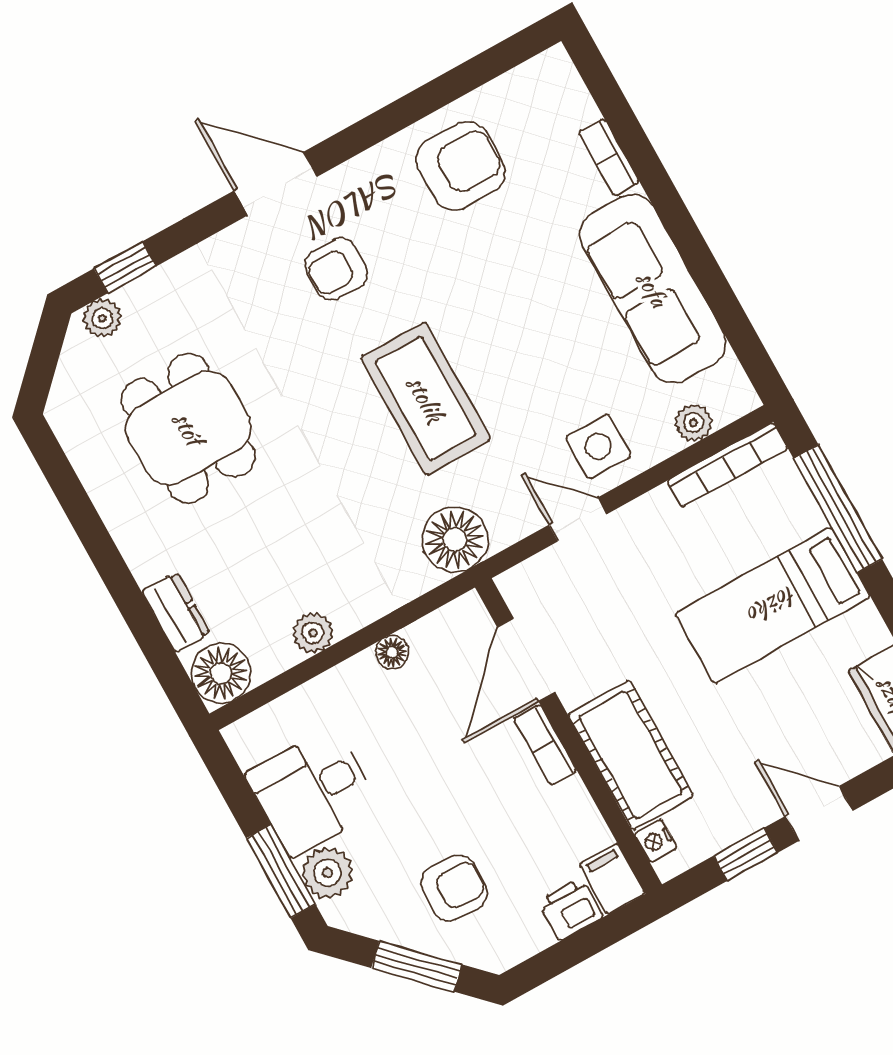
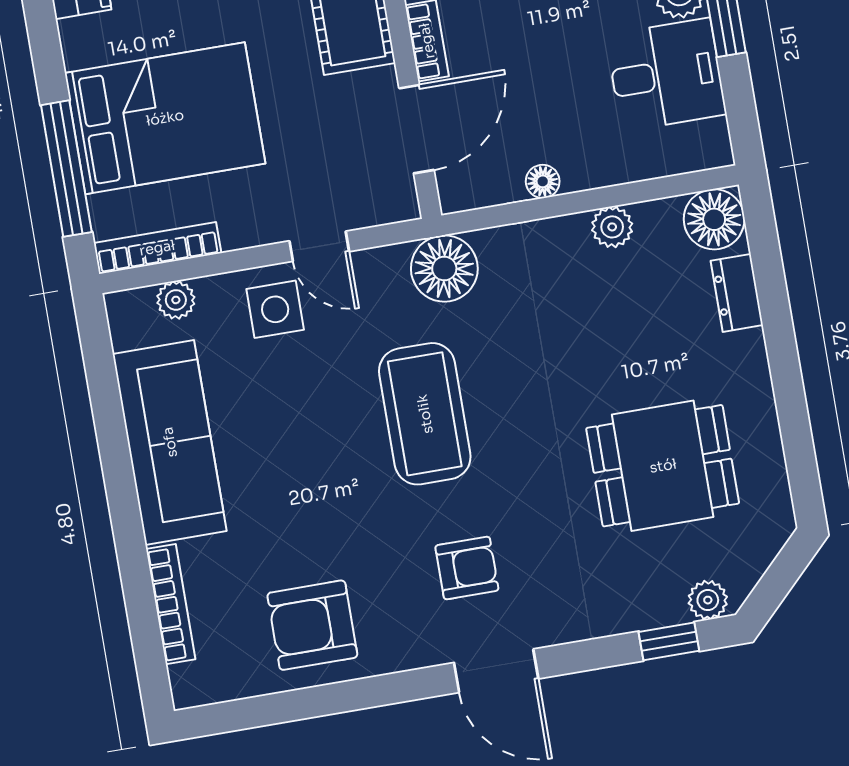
bookcase: (609, 157) -> (171, 604), width x1.56
dining table: (188, 428) -> (663, 466), turned 90
bed: (773, 605) -> (165, 118), width x1.50

